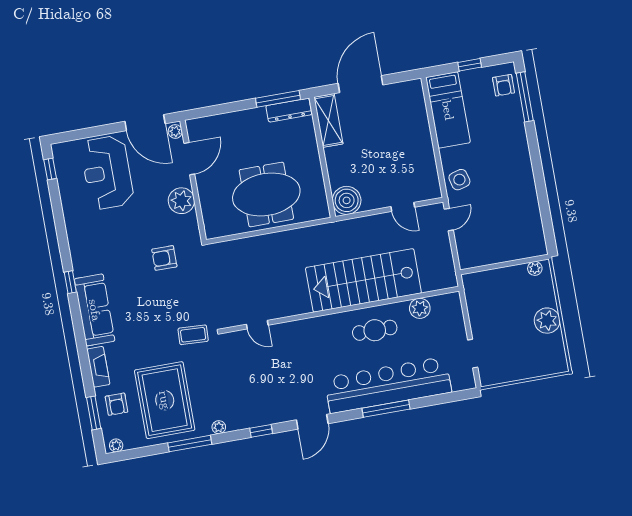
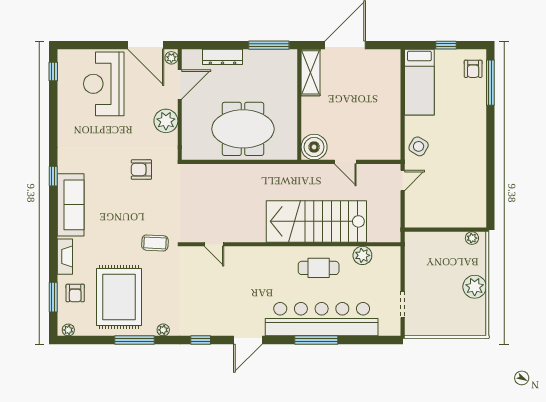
dresser: (289, 110) -> (223, 57), moved
side table: (459, 180) -> (419, 146), turned 45
door: (403, 207) -> (345, 162), moved

